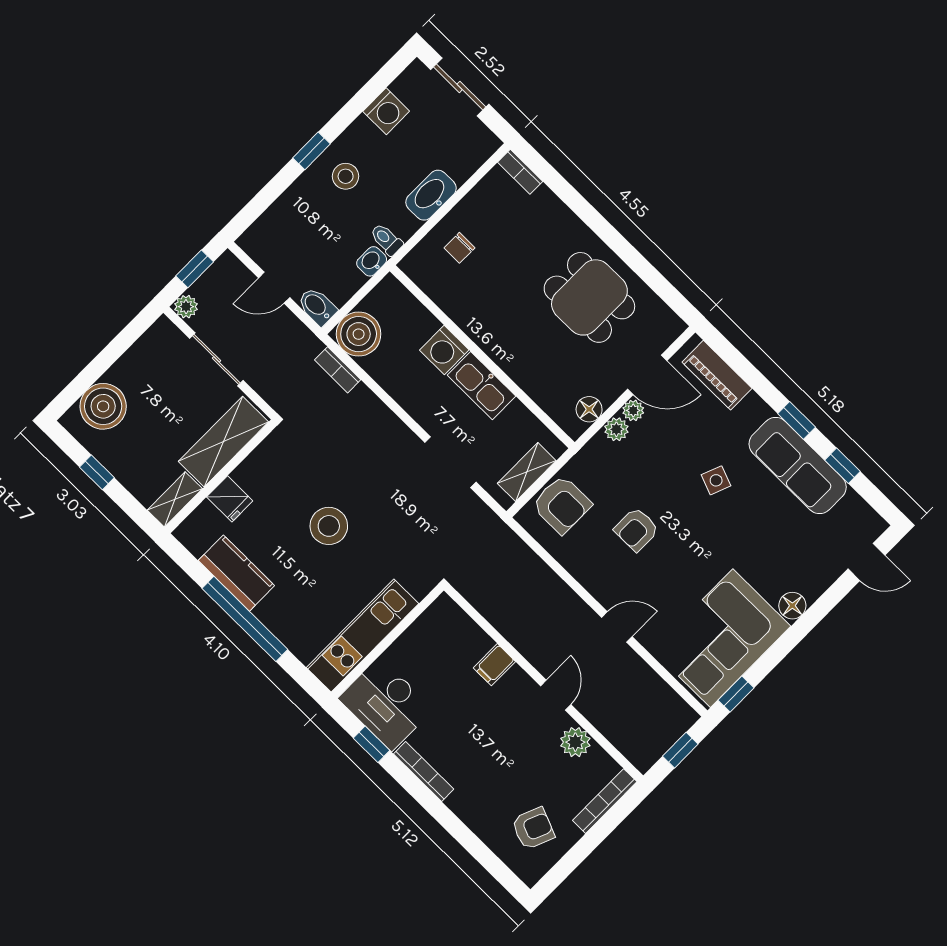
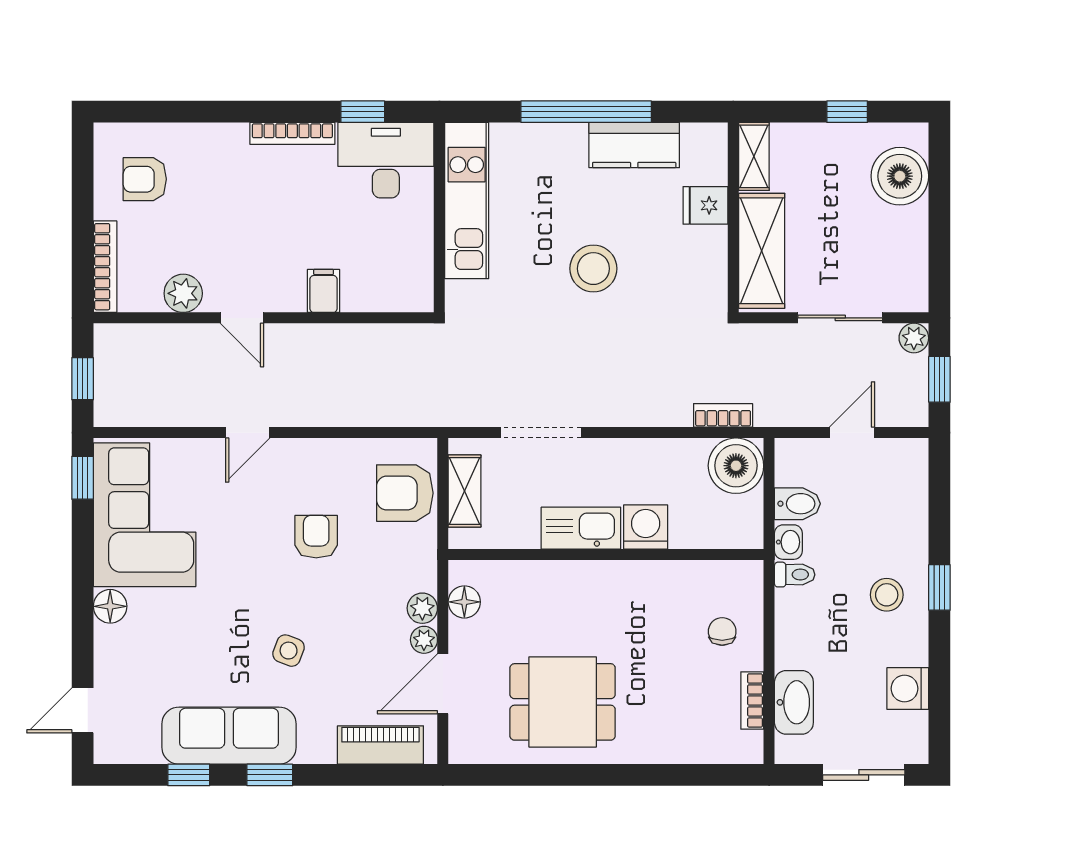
bookcase: (520, 172) -> (752, 700), moved, turned -90
washbasin: (431, 195) -> (794, 702), moved
bidet: (317, 306) -> (797, 504), moved
armchair: (533, 828) -> (145, 179), turned 68

